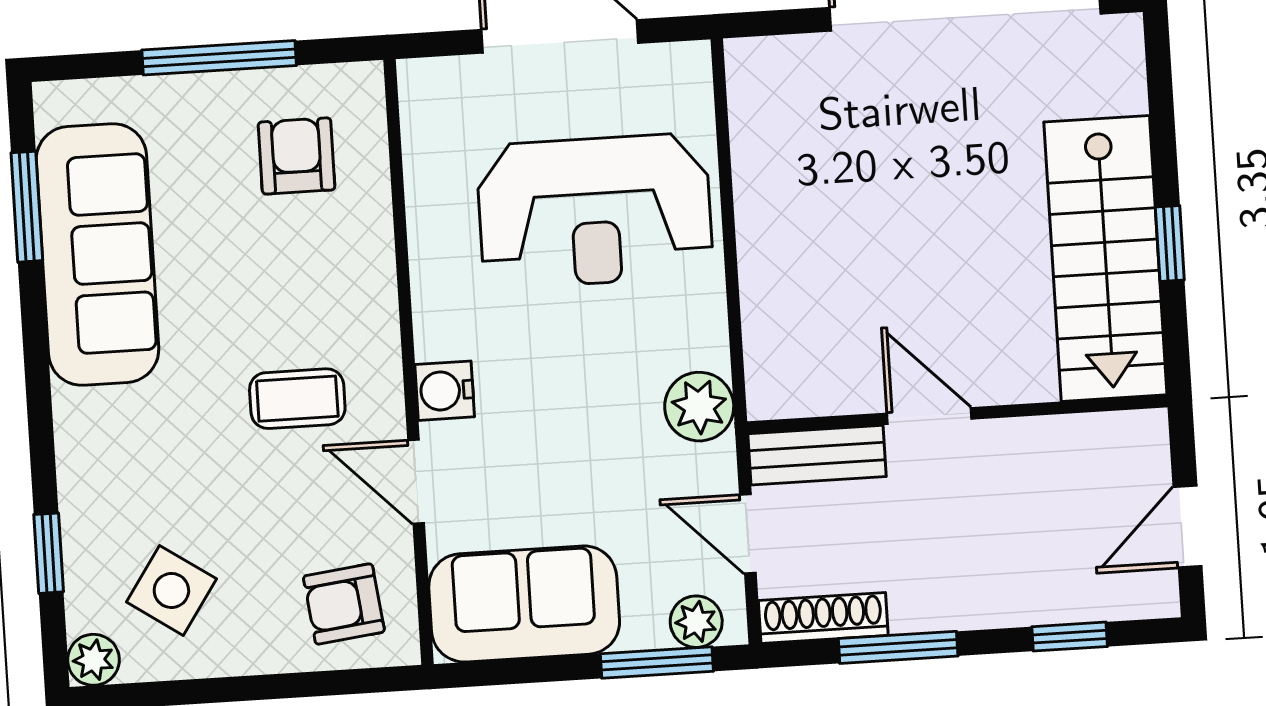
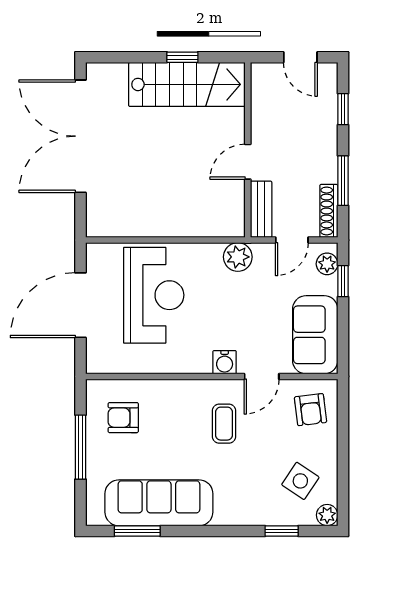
window: (657, 663) -> (343, 281), width x0.67

